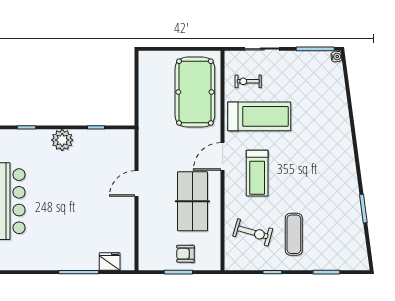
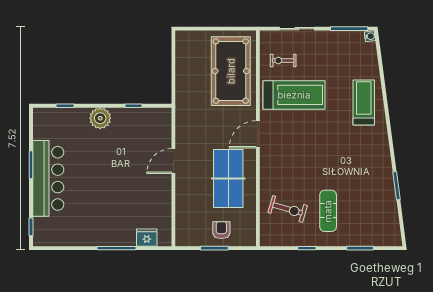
treadmill: (257, 173) -> (364, 102), moved, turned 180
armchair: (185, 254) -> (221, 230), turned 90

